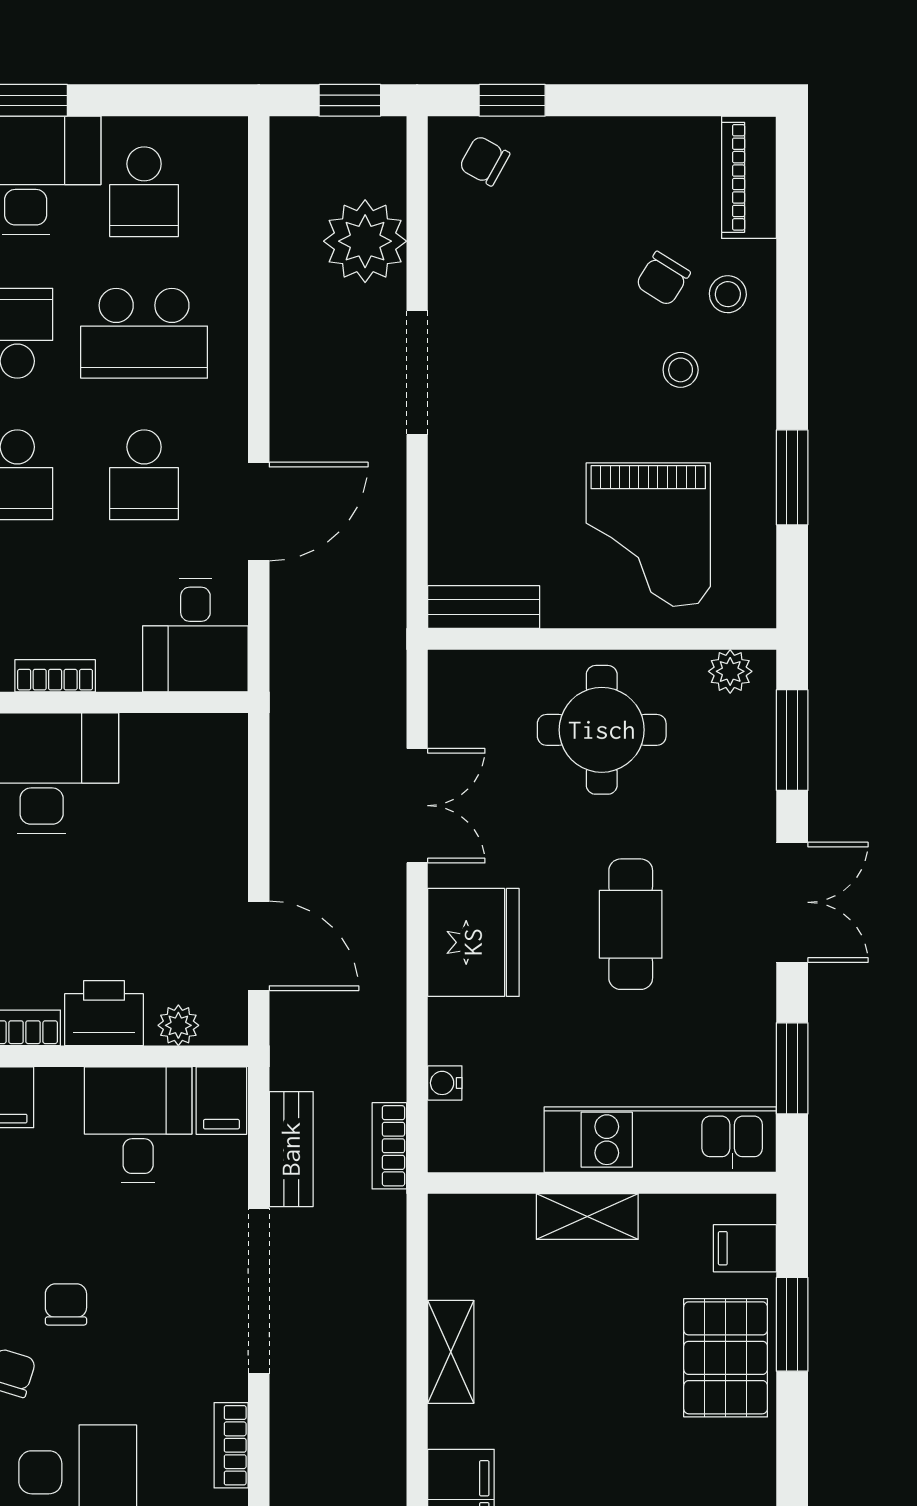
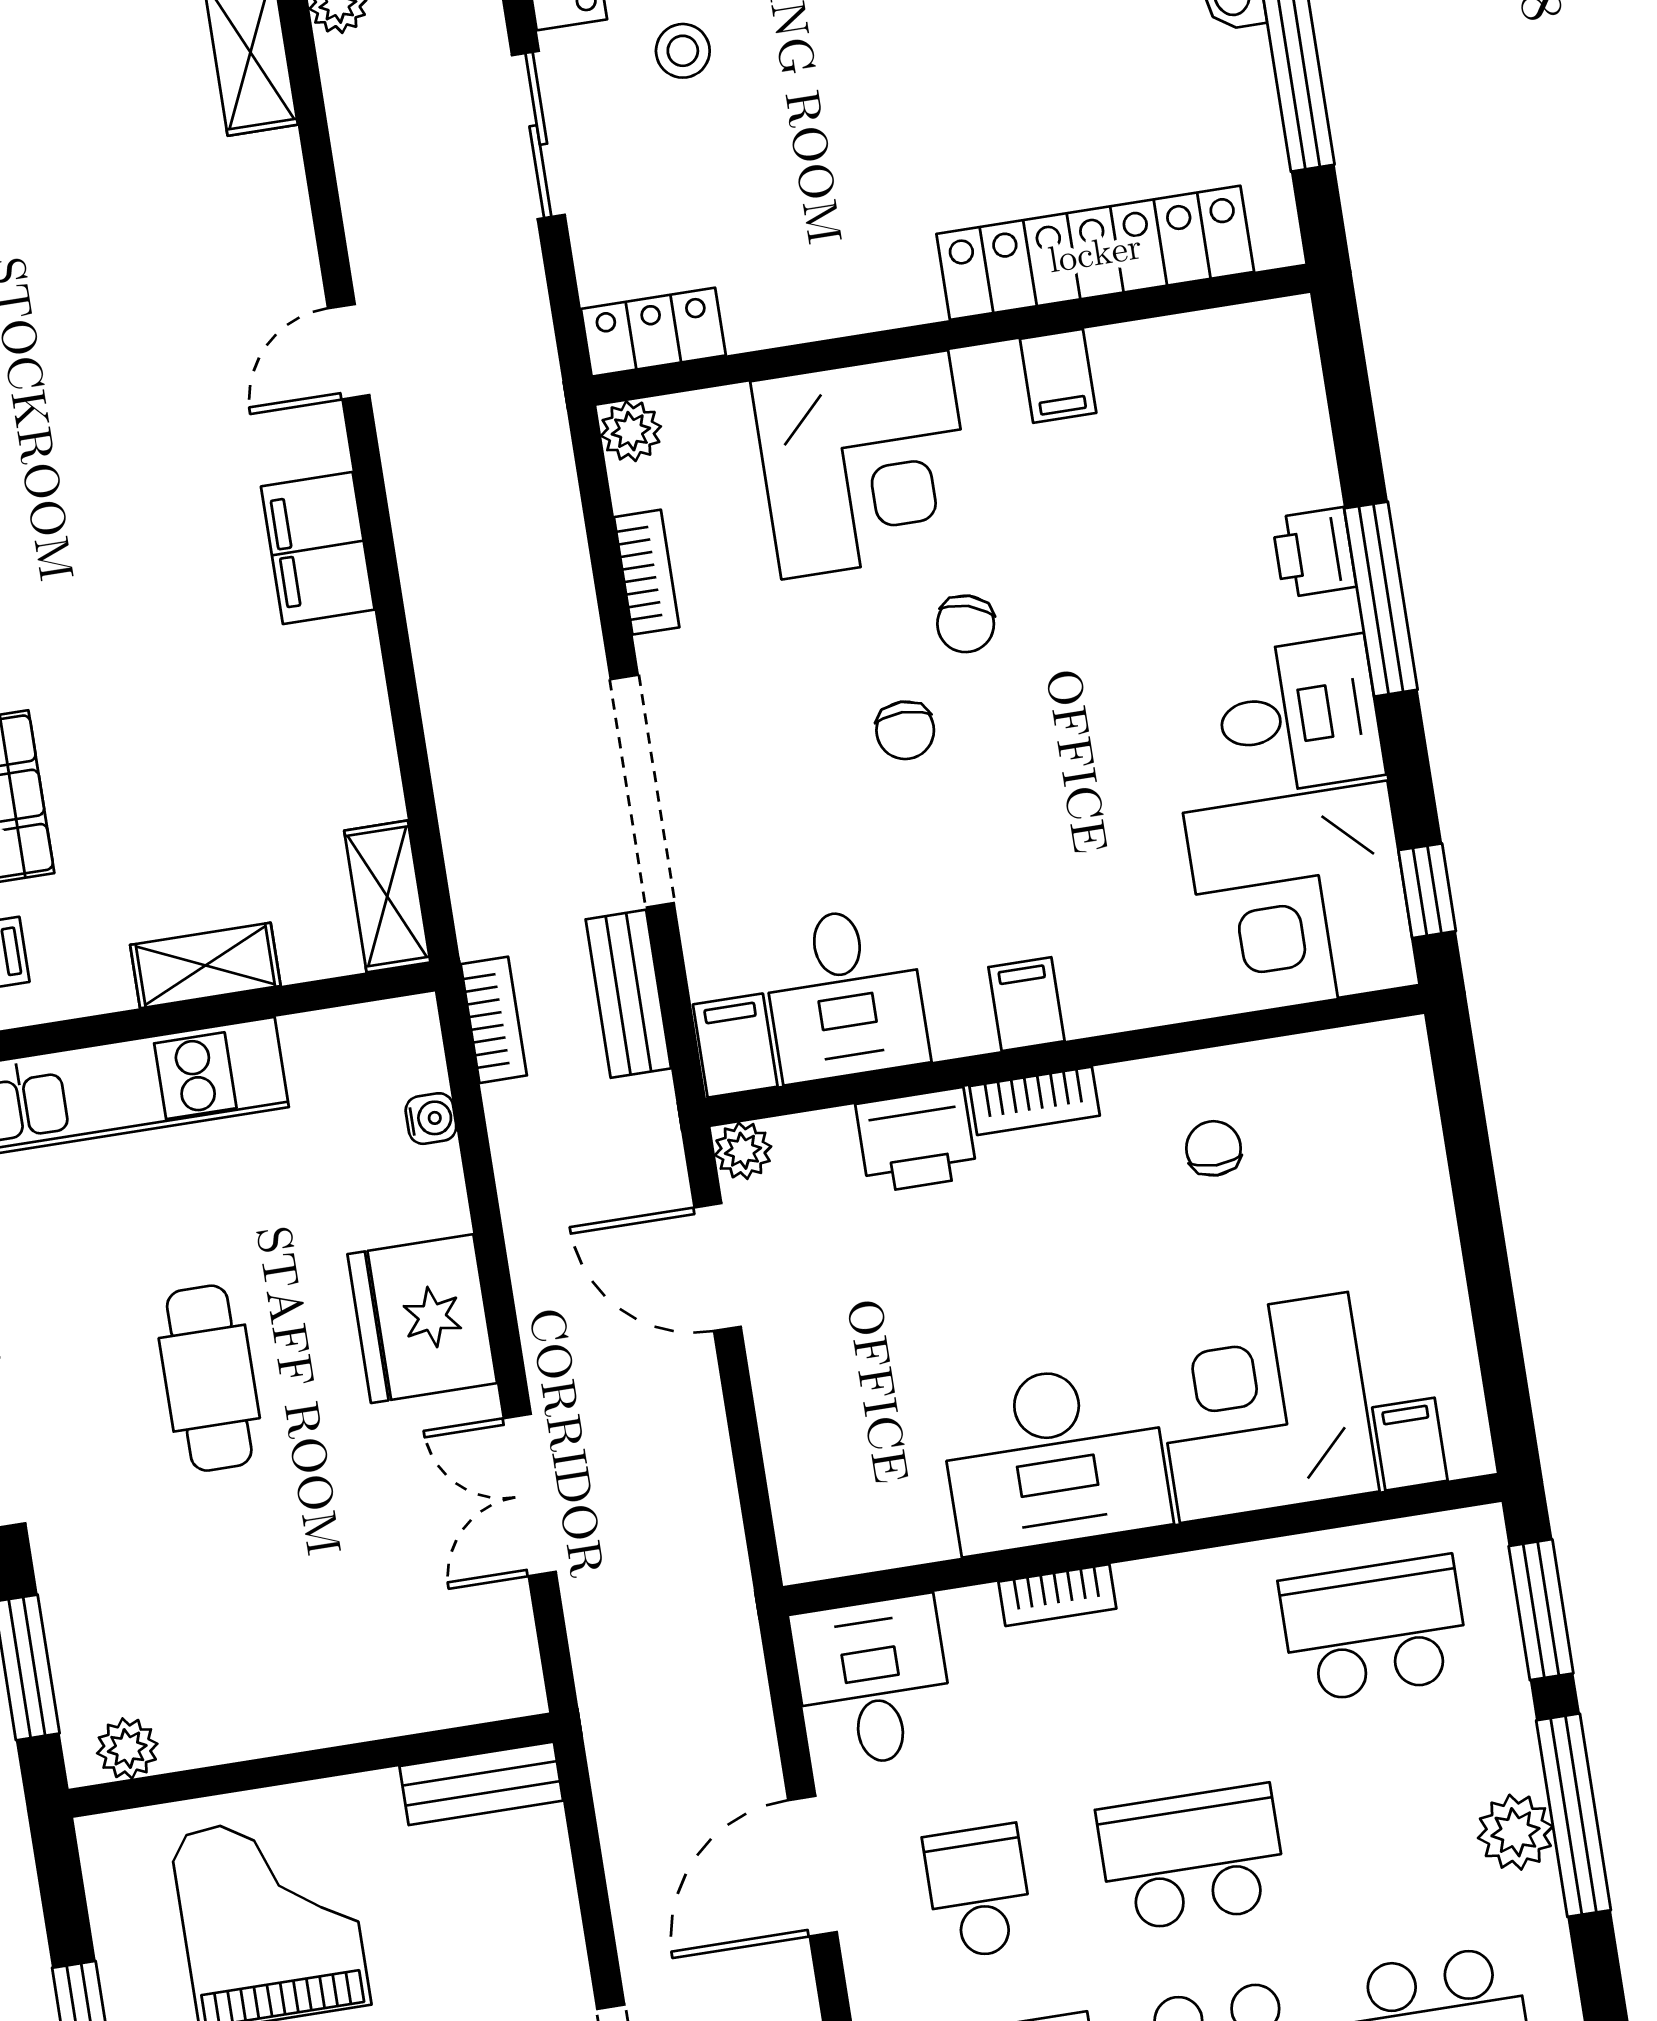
round table: (602, 730) -> (292, 1640), removed
plant: (178, 1025) -> (743, 1151), moved
shelving: (451, 1352) -> (387, 896), moved

